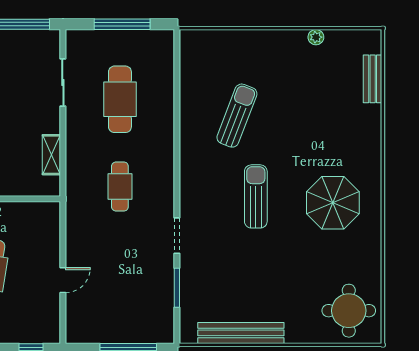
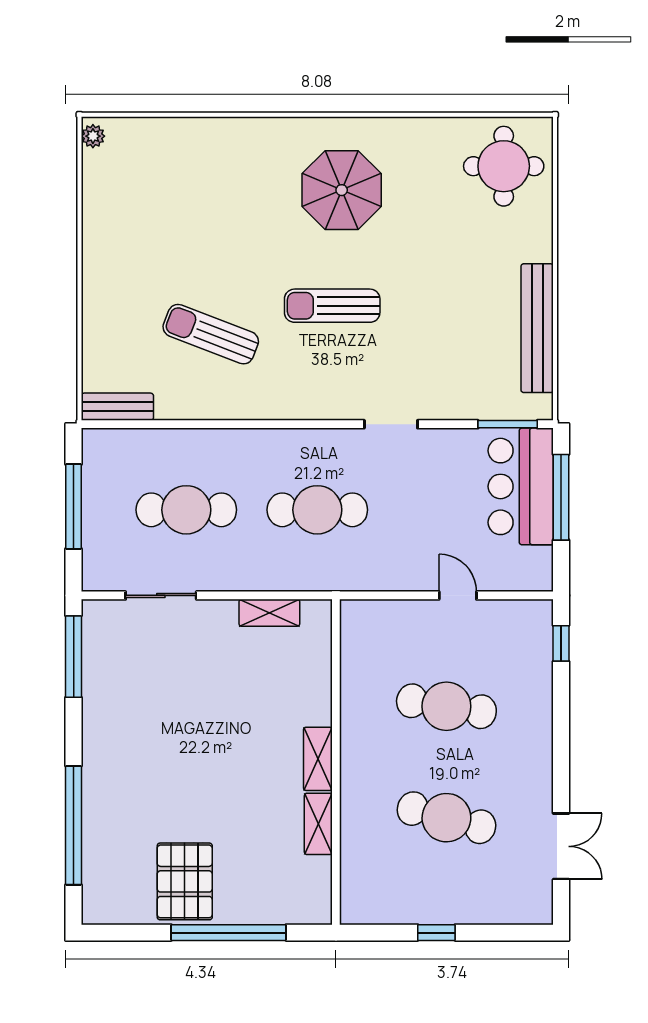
plant: (316, 37) -> (93, 136), moved
bench: (373, 79) -> (117, 407), moved
cafe table: (120, 187) -> (317, 510), width x1.37, depth x1.35
window: (177, 288) -> (508, 424), moved
bar counter: (135, 322) -> (521, 486), added

